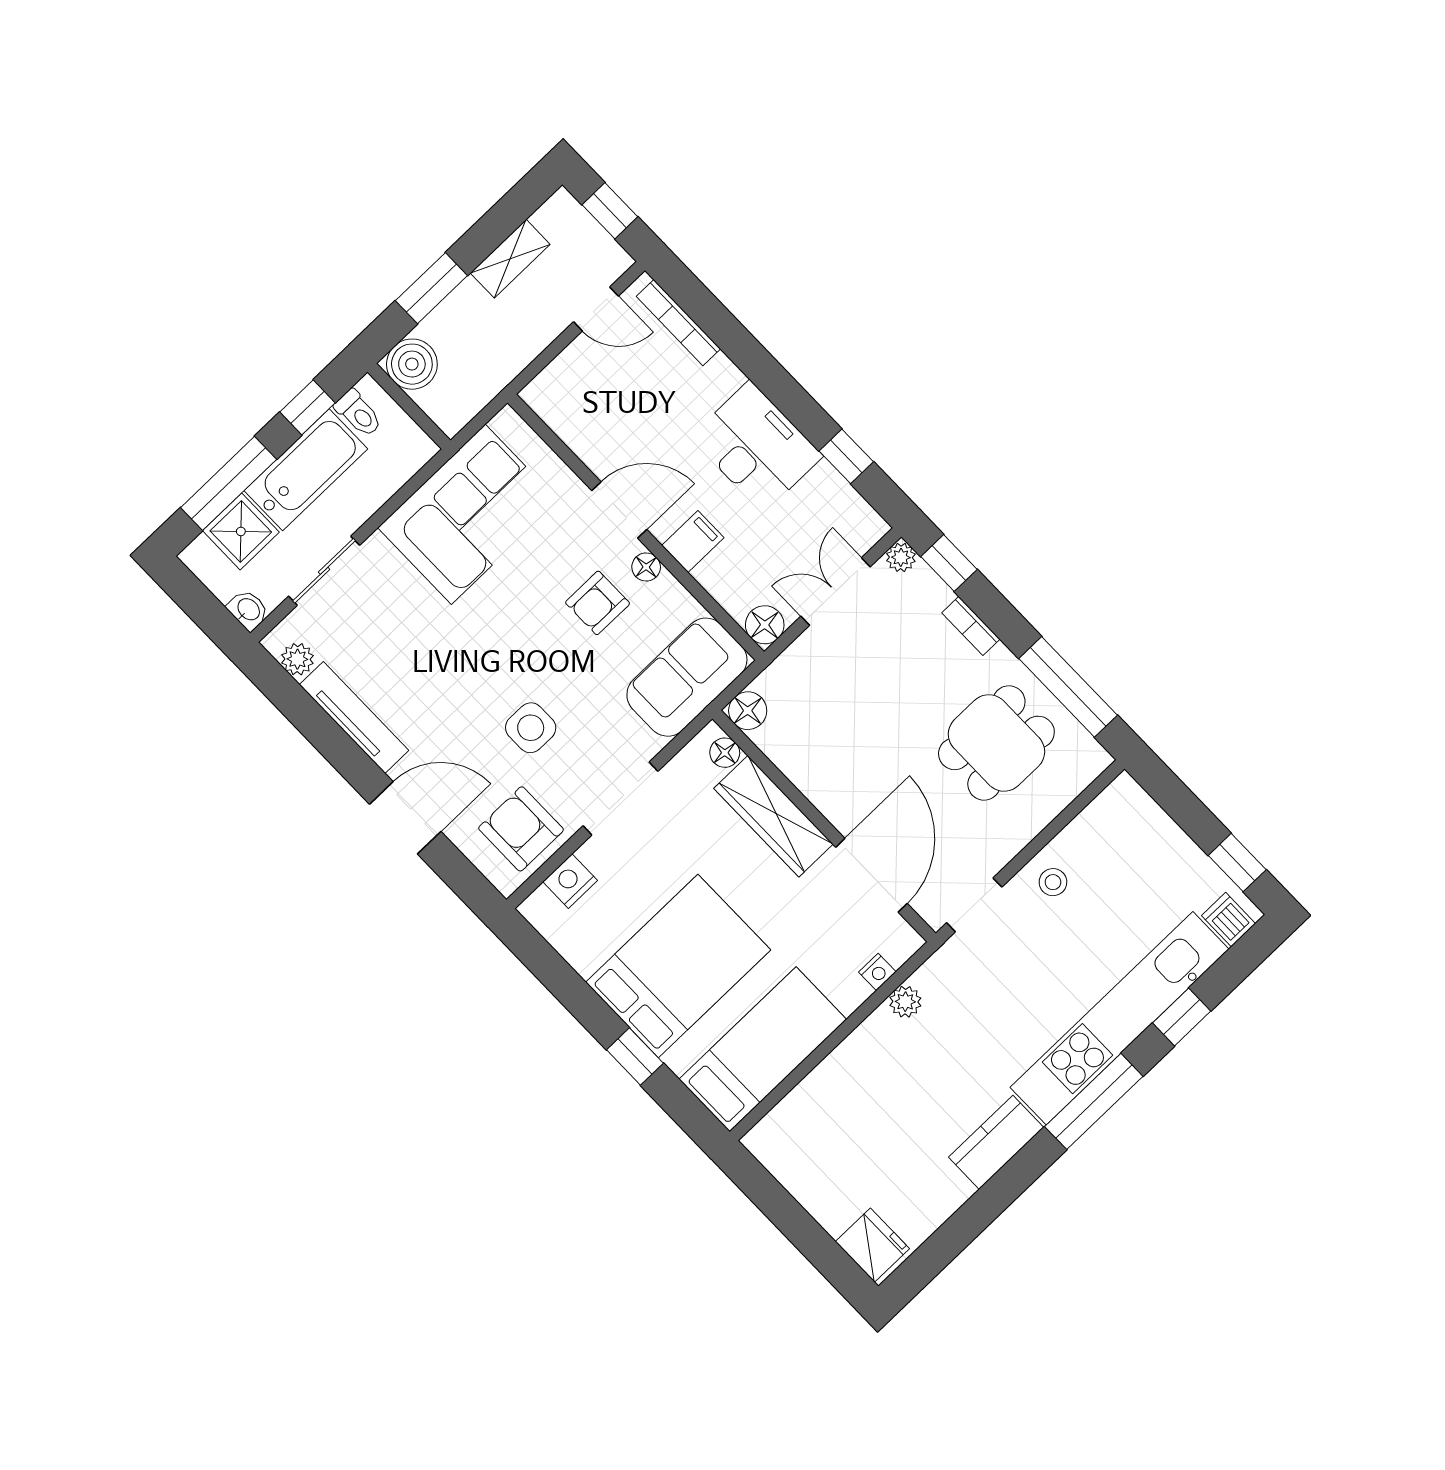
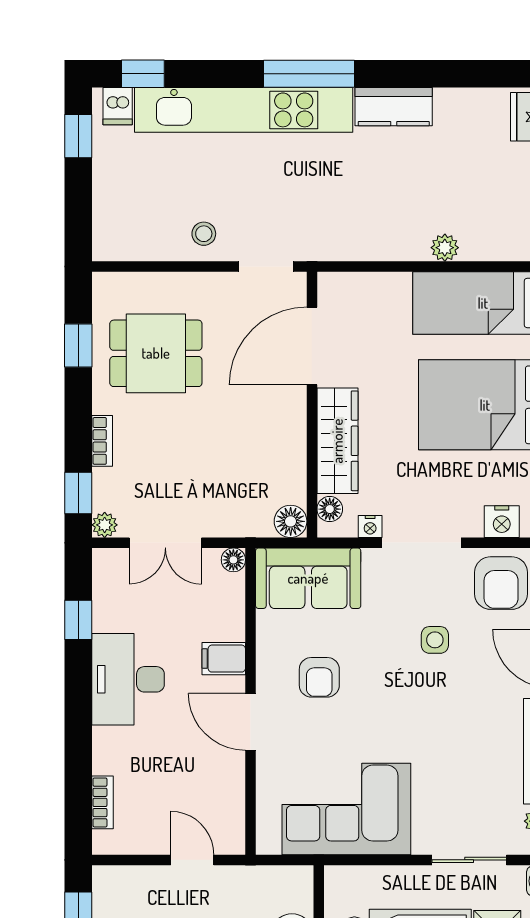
door: (596, 309) -> (192, 860), moved
bookcase: (678, 323) -> (103, 802), width x0.64
floor lamp: (646, 567) -> (268, 671), removed
armchair: (598, 603) -> (319, 677), turned 90
floor lamp: (765, 625) -> (233, 560), width x0.73, depth x0.73
window: (1068, 687) -> (78, 345), width x0.46
side table: (531, 728) -> (435, 640), width x0.73, depth x0.73
nightstand: (877, 972) -> (370, 527), moved, turned 180
plant: (905, 1002) -> (445, 248), moved
window: (1182, 1017) -> (143, 74), moved

